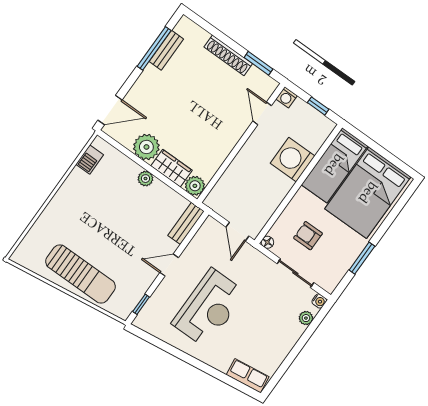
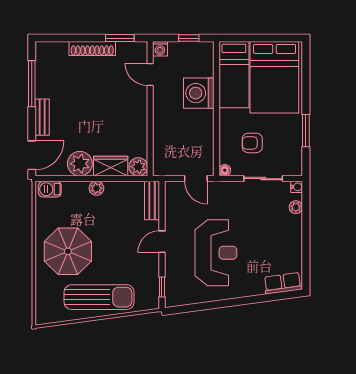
bench: (166, 50) -> (42, 117), moved
barbecue: (90, 159) -> (50, 189), moved, turned 90
parasol: (82, 215) -> (68, 251), added

